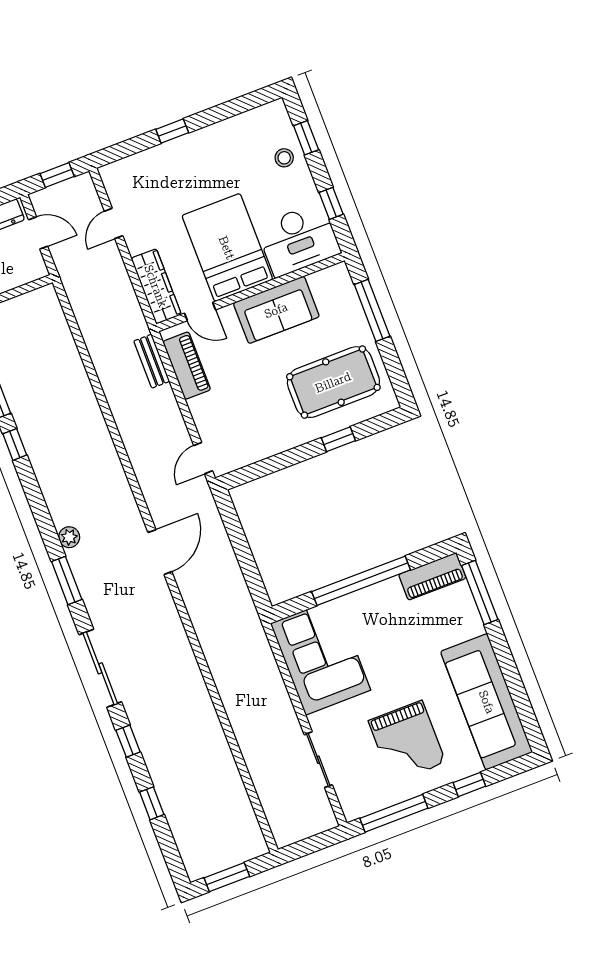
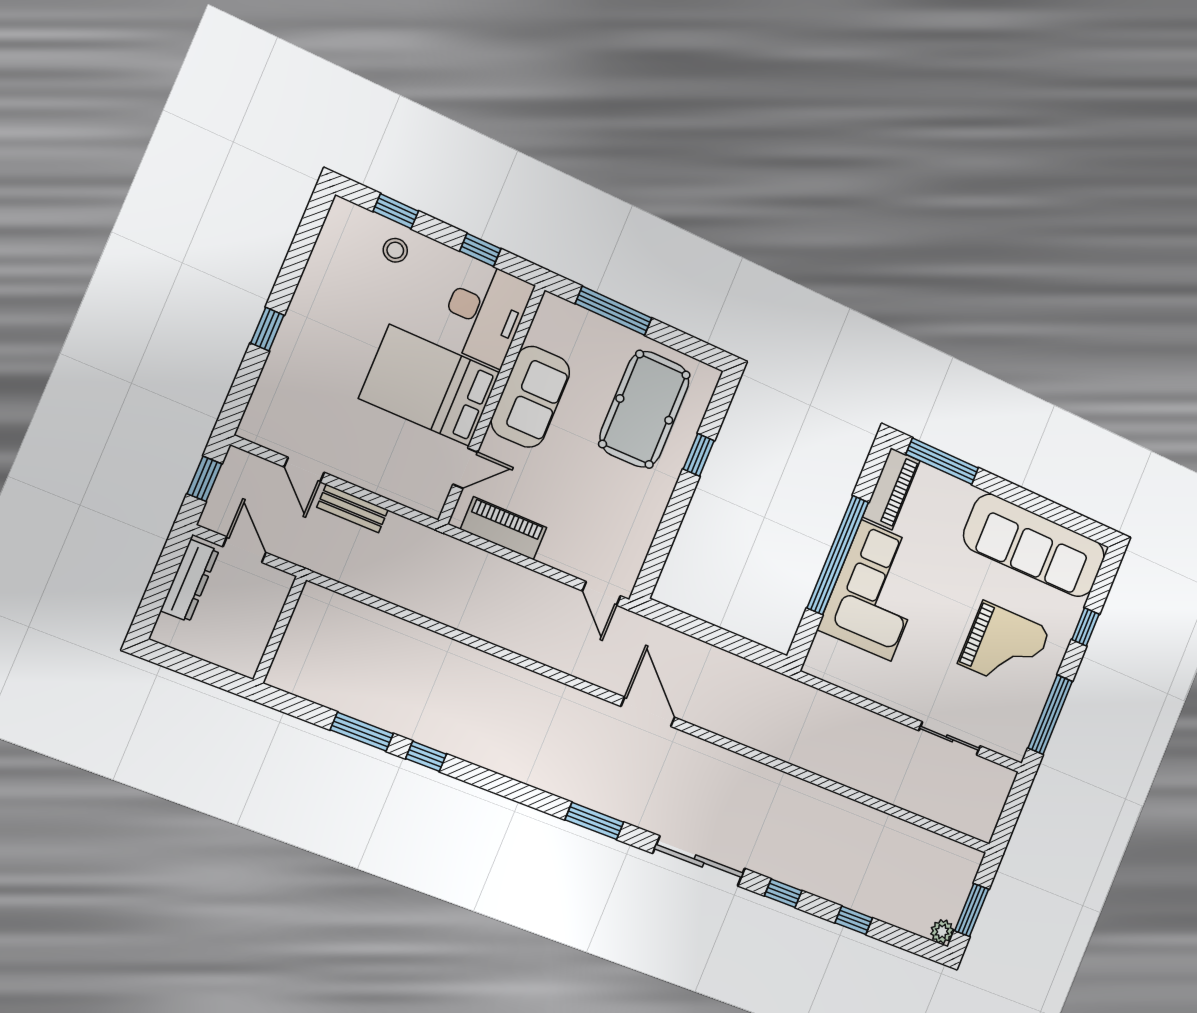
door: (38, 233) -> (244, 550), hinge flipped
wardrobe: (156, 286) -> (403, 487), removed
bench: (152, 361) -> (352, 509), moved
plant: (69, 537) -> (942, 932), moved
corner sofa: (321, 657) -> (876, 591), moved, turned 90

